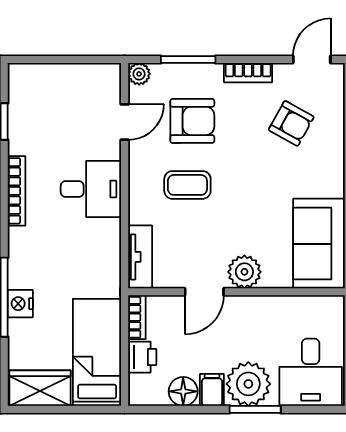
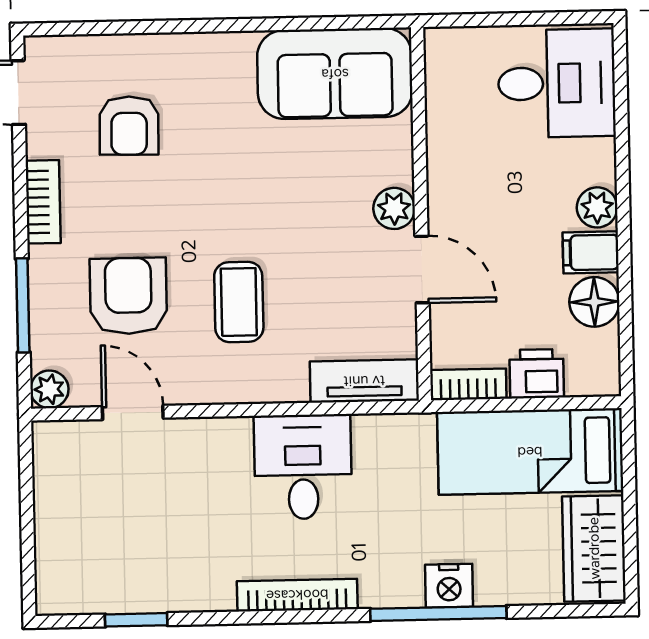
armchair: (291, 123) -> (129, 126), turned 152
desk: (91, 189) -> (303, 467), moved
bookcase: (17, 191) -> (297, 595), moved
plant: (244, 272) -> (394, 208), width x0.73, depth x0.73
plant: (248, 384) -> (597, 207), width x0.53, depth x0.53
window: (255, 409) -> (623, 178), removed

